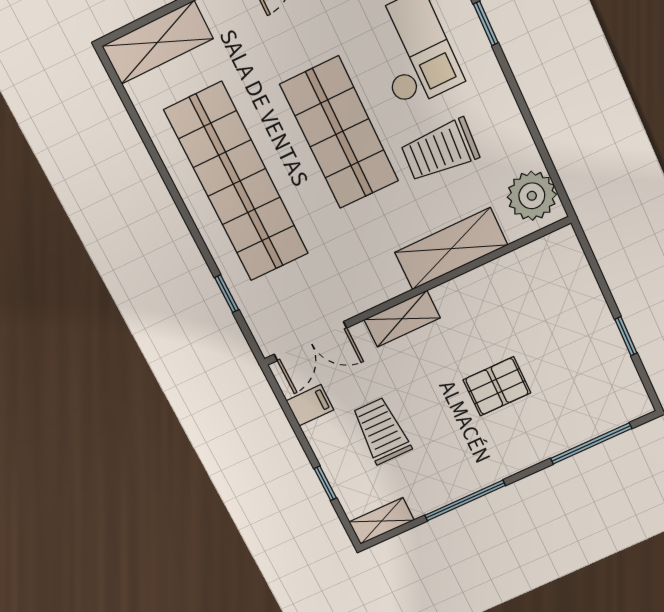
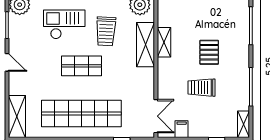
shop shelf: (339, 133) -> (81, 66), width x0.70, depth x0.74
shelving: (402, 319) -> (164, 42), moved
trolley: (382, 431) -> (202, 88), moved

